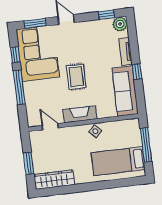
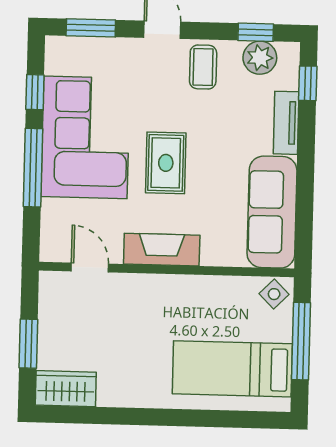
plant: (120, 24) -> (260, 58), moved
coffee table: (86, 33) -> (203, 67), added
corner sofa: (38, 53) -> (85, 137), moved
window: (137, 72) -> (308, 83), moved
side table: (95, 131) -> (274, 294), moved
wardrobe: (54, 180) -> (66, 389), width x0.67

